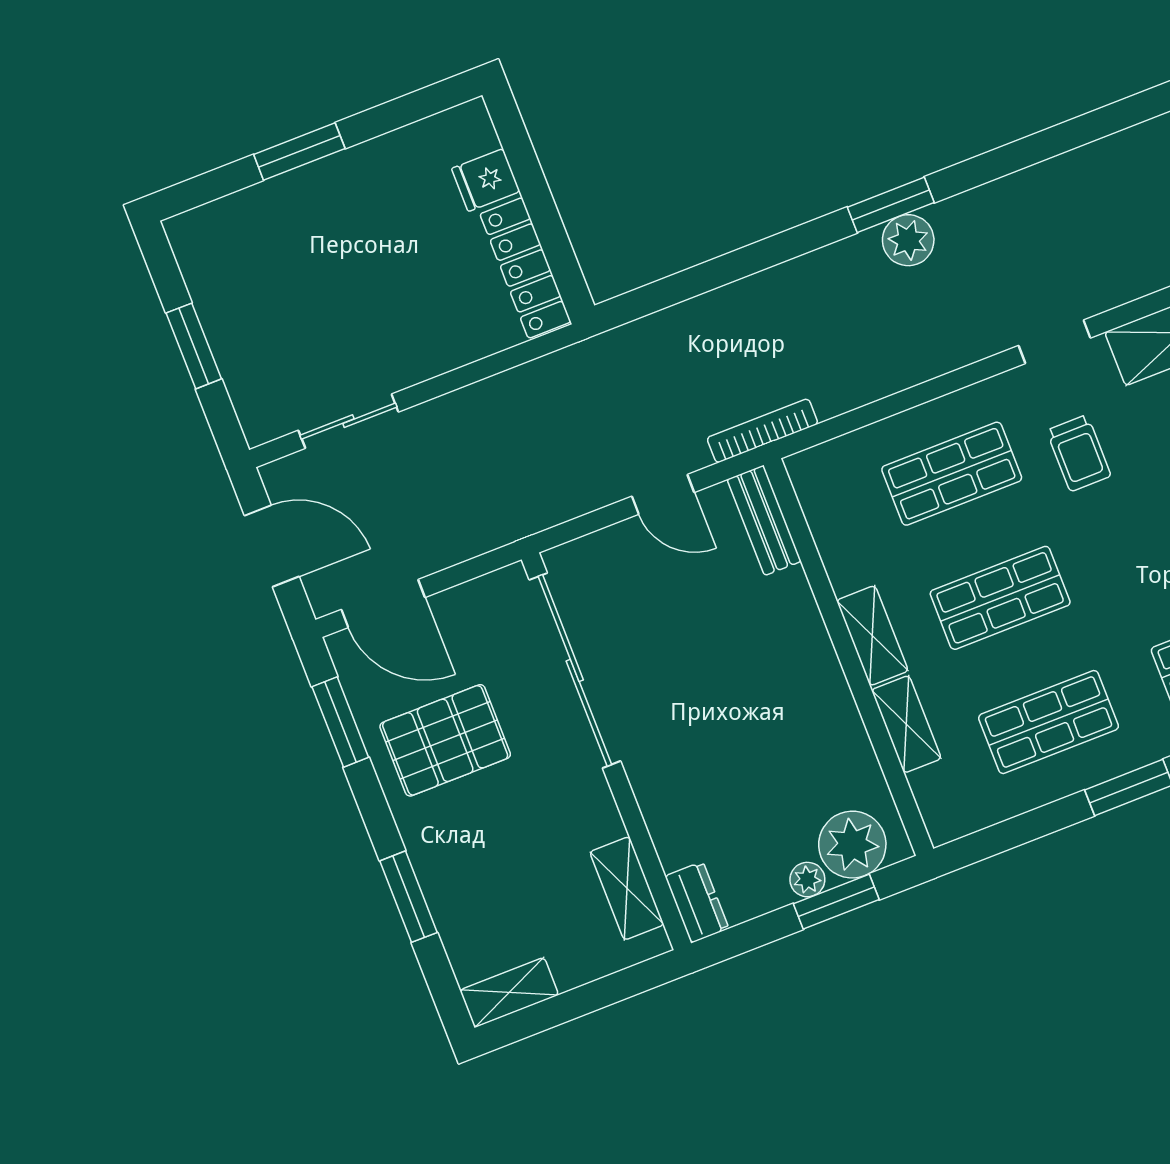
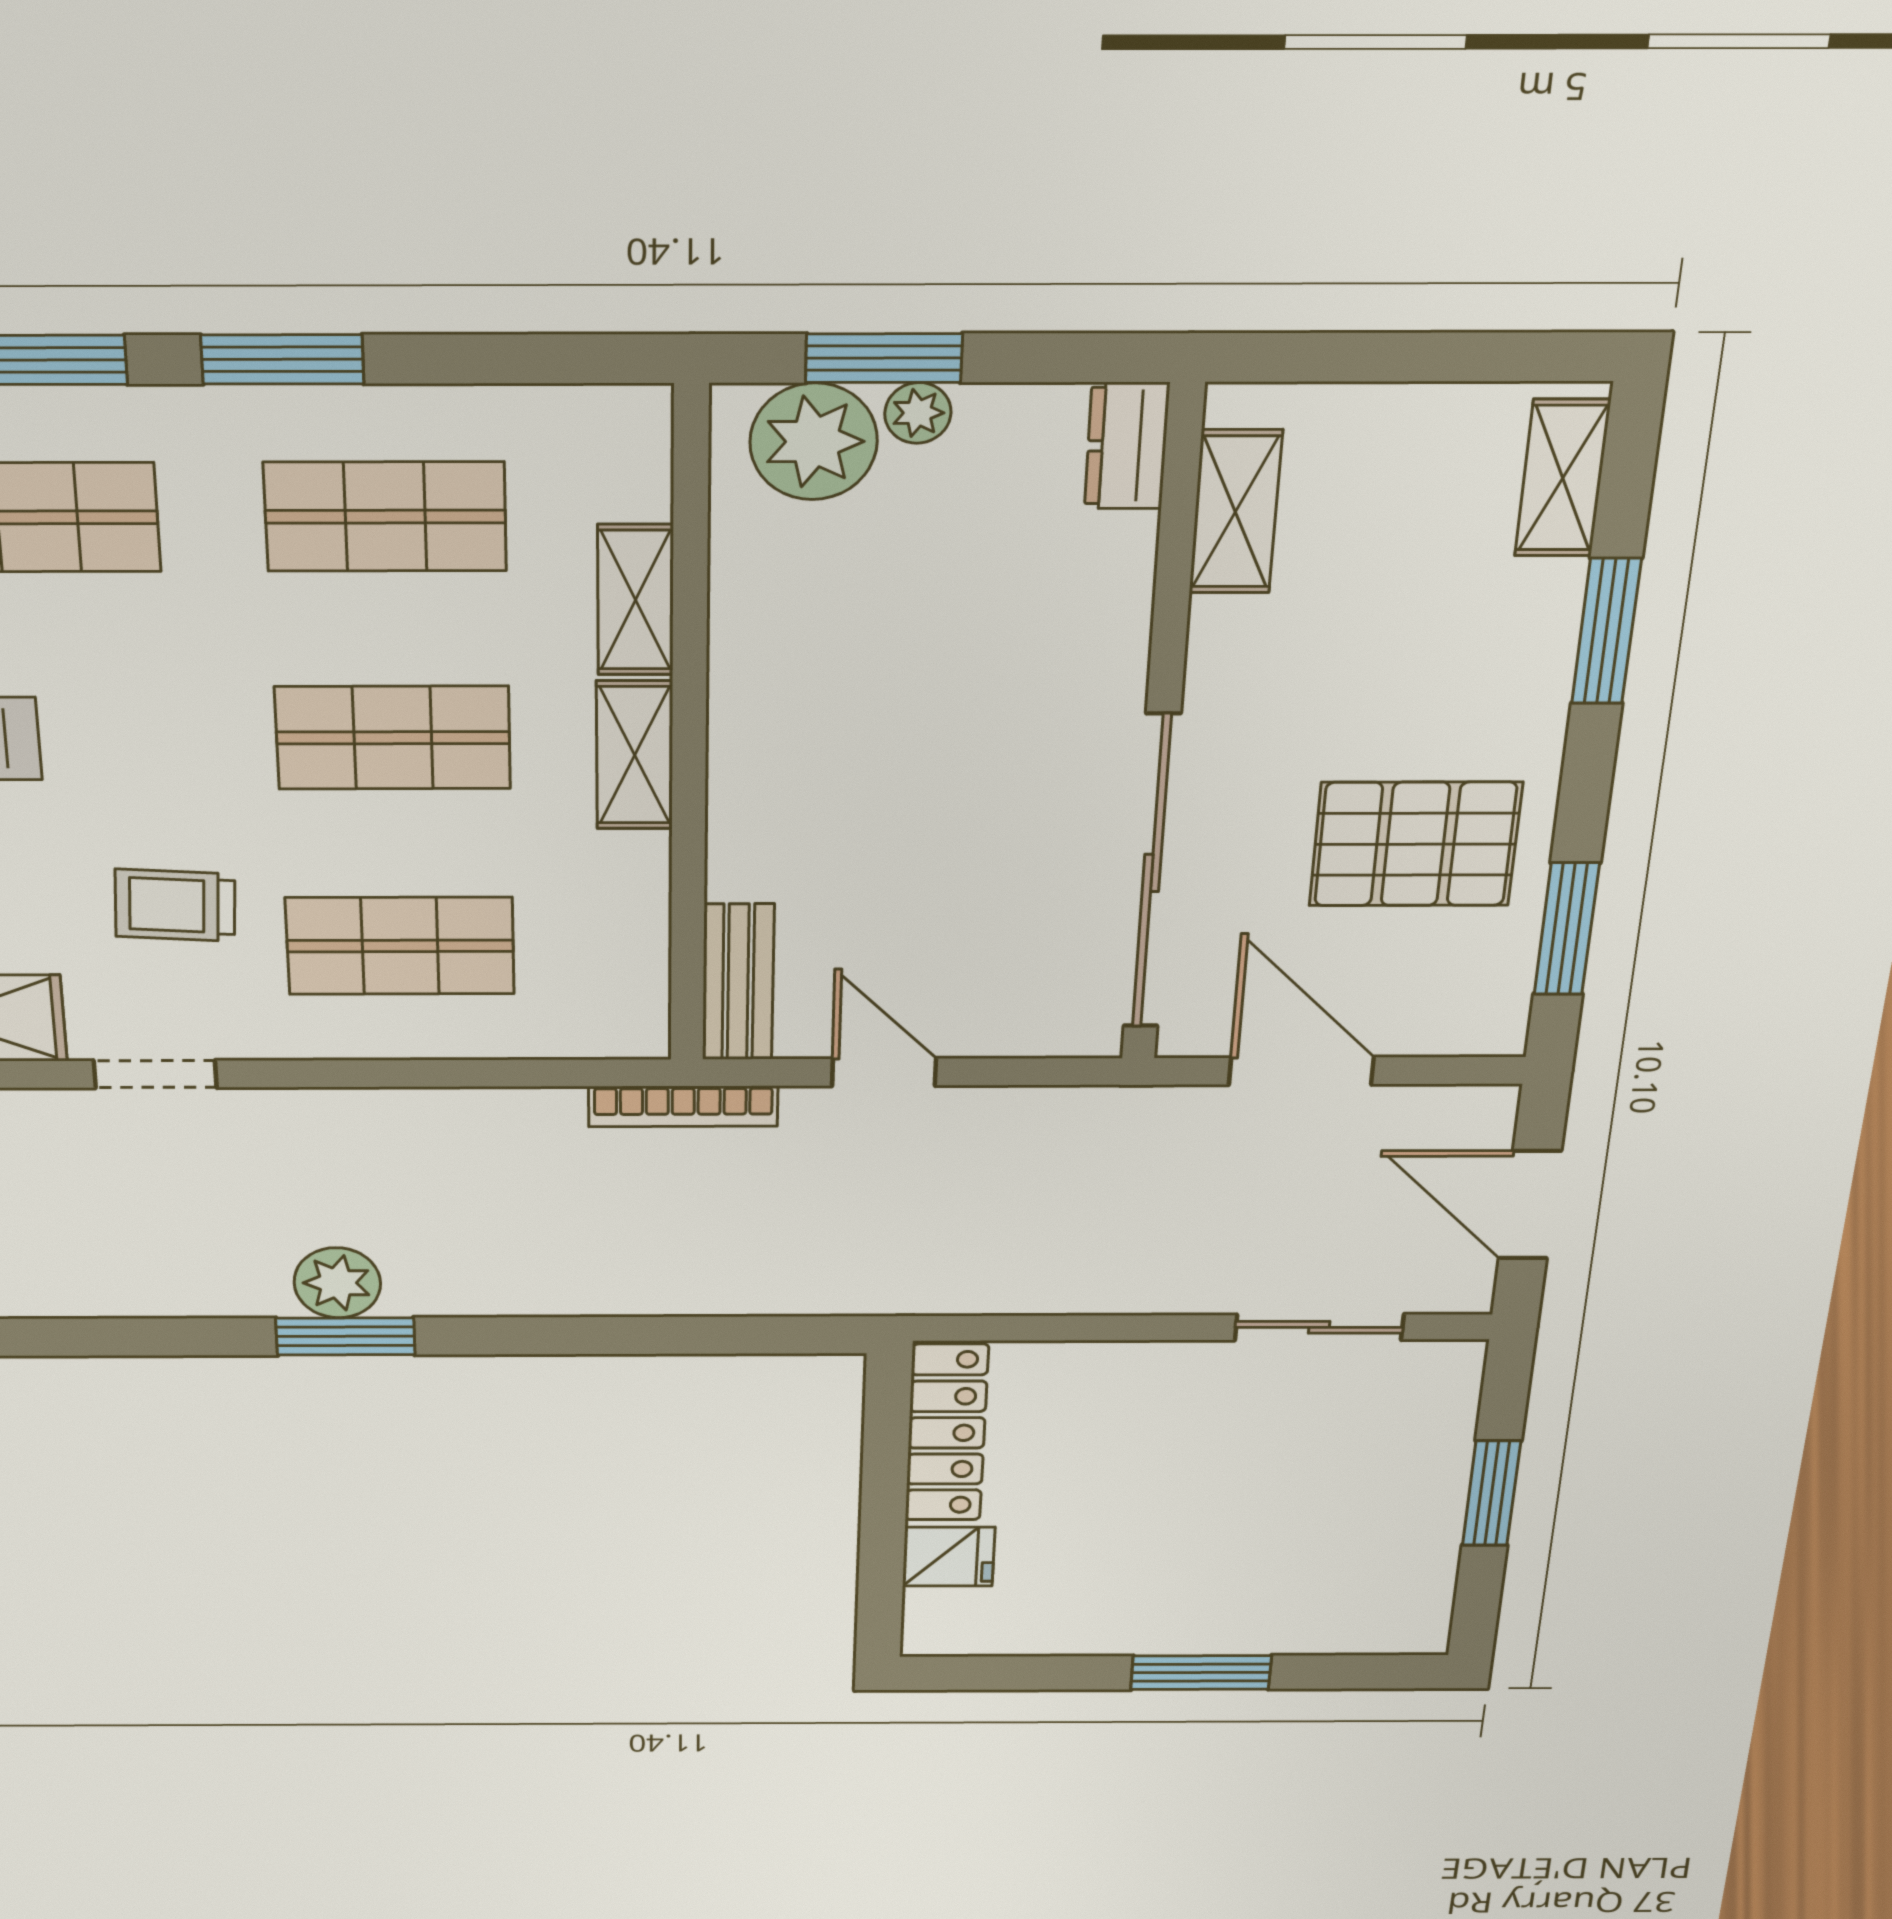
trolley: (1079, 453) -> (175, 905), turned -87
door: (383, 603) -> (1301, 1071), moved
shelving: (509, 992) -> (1563, 478), moved, turned 90

